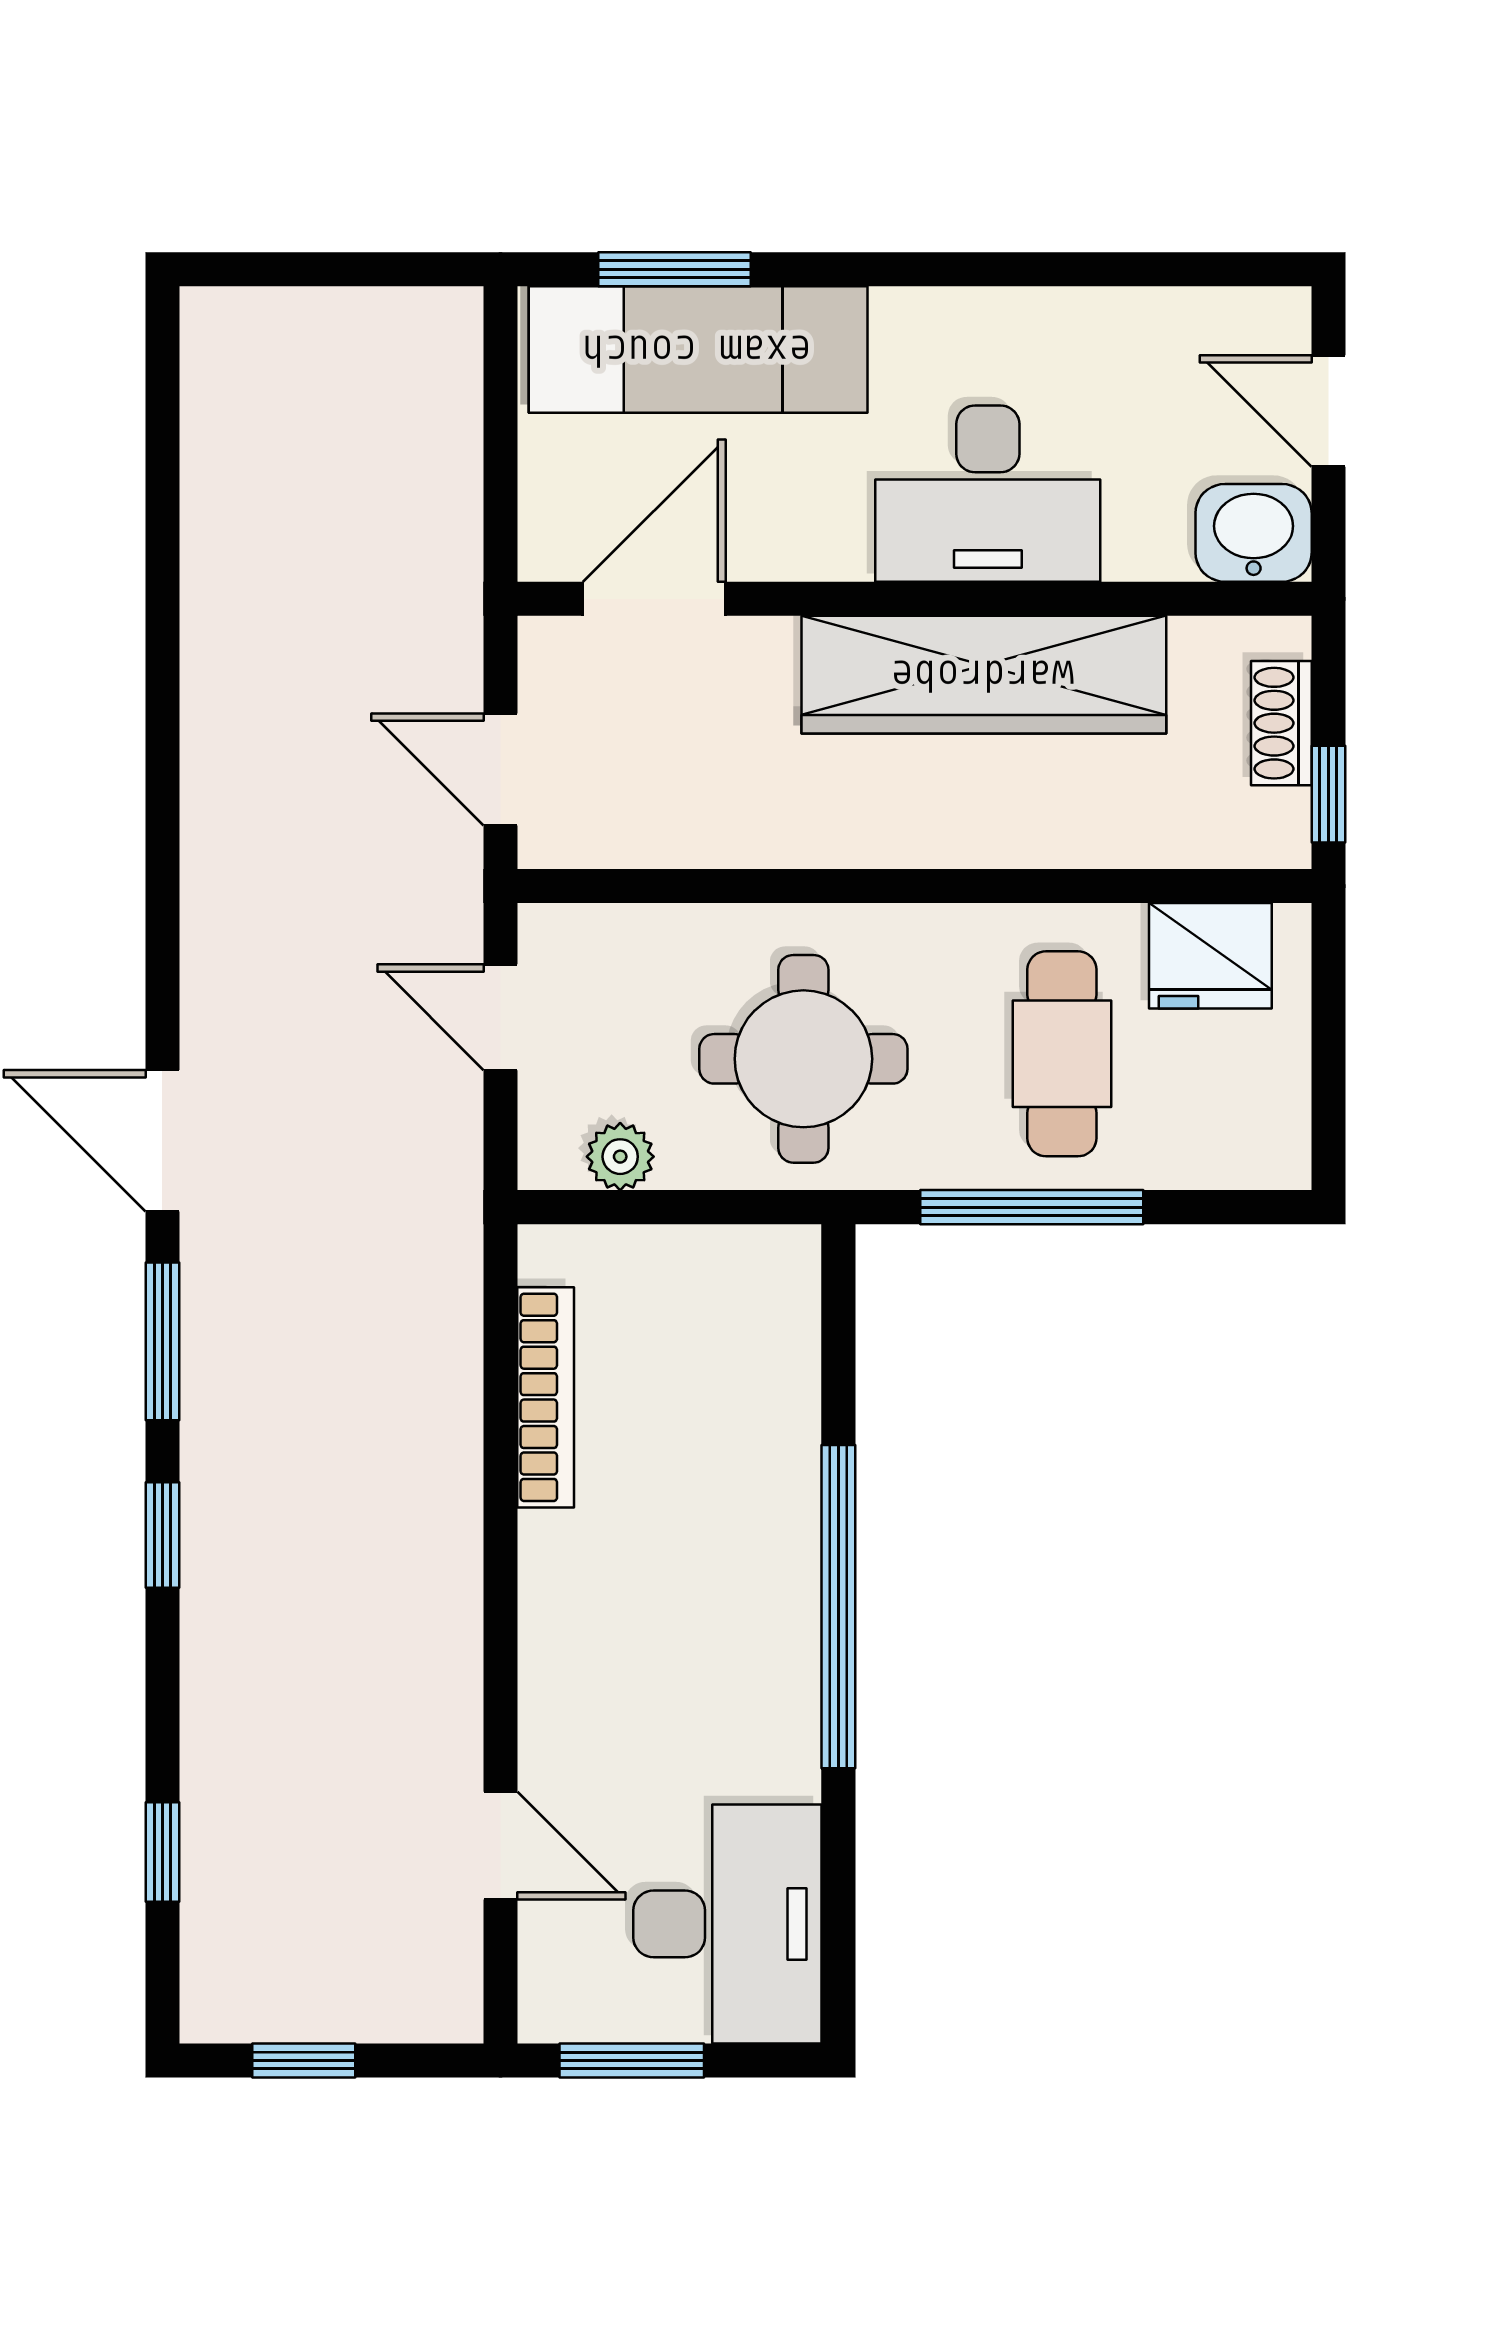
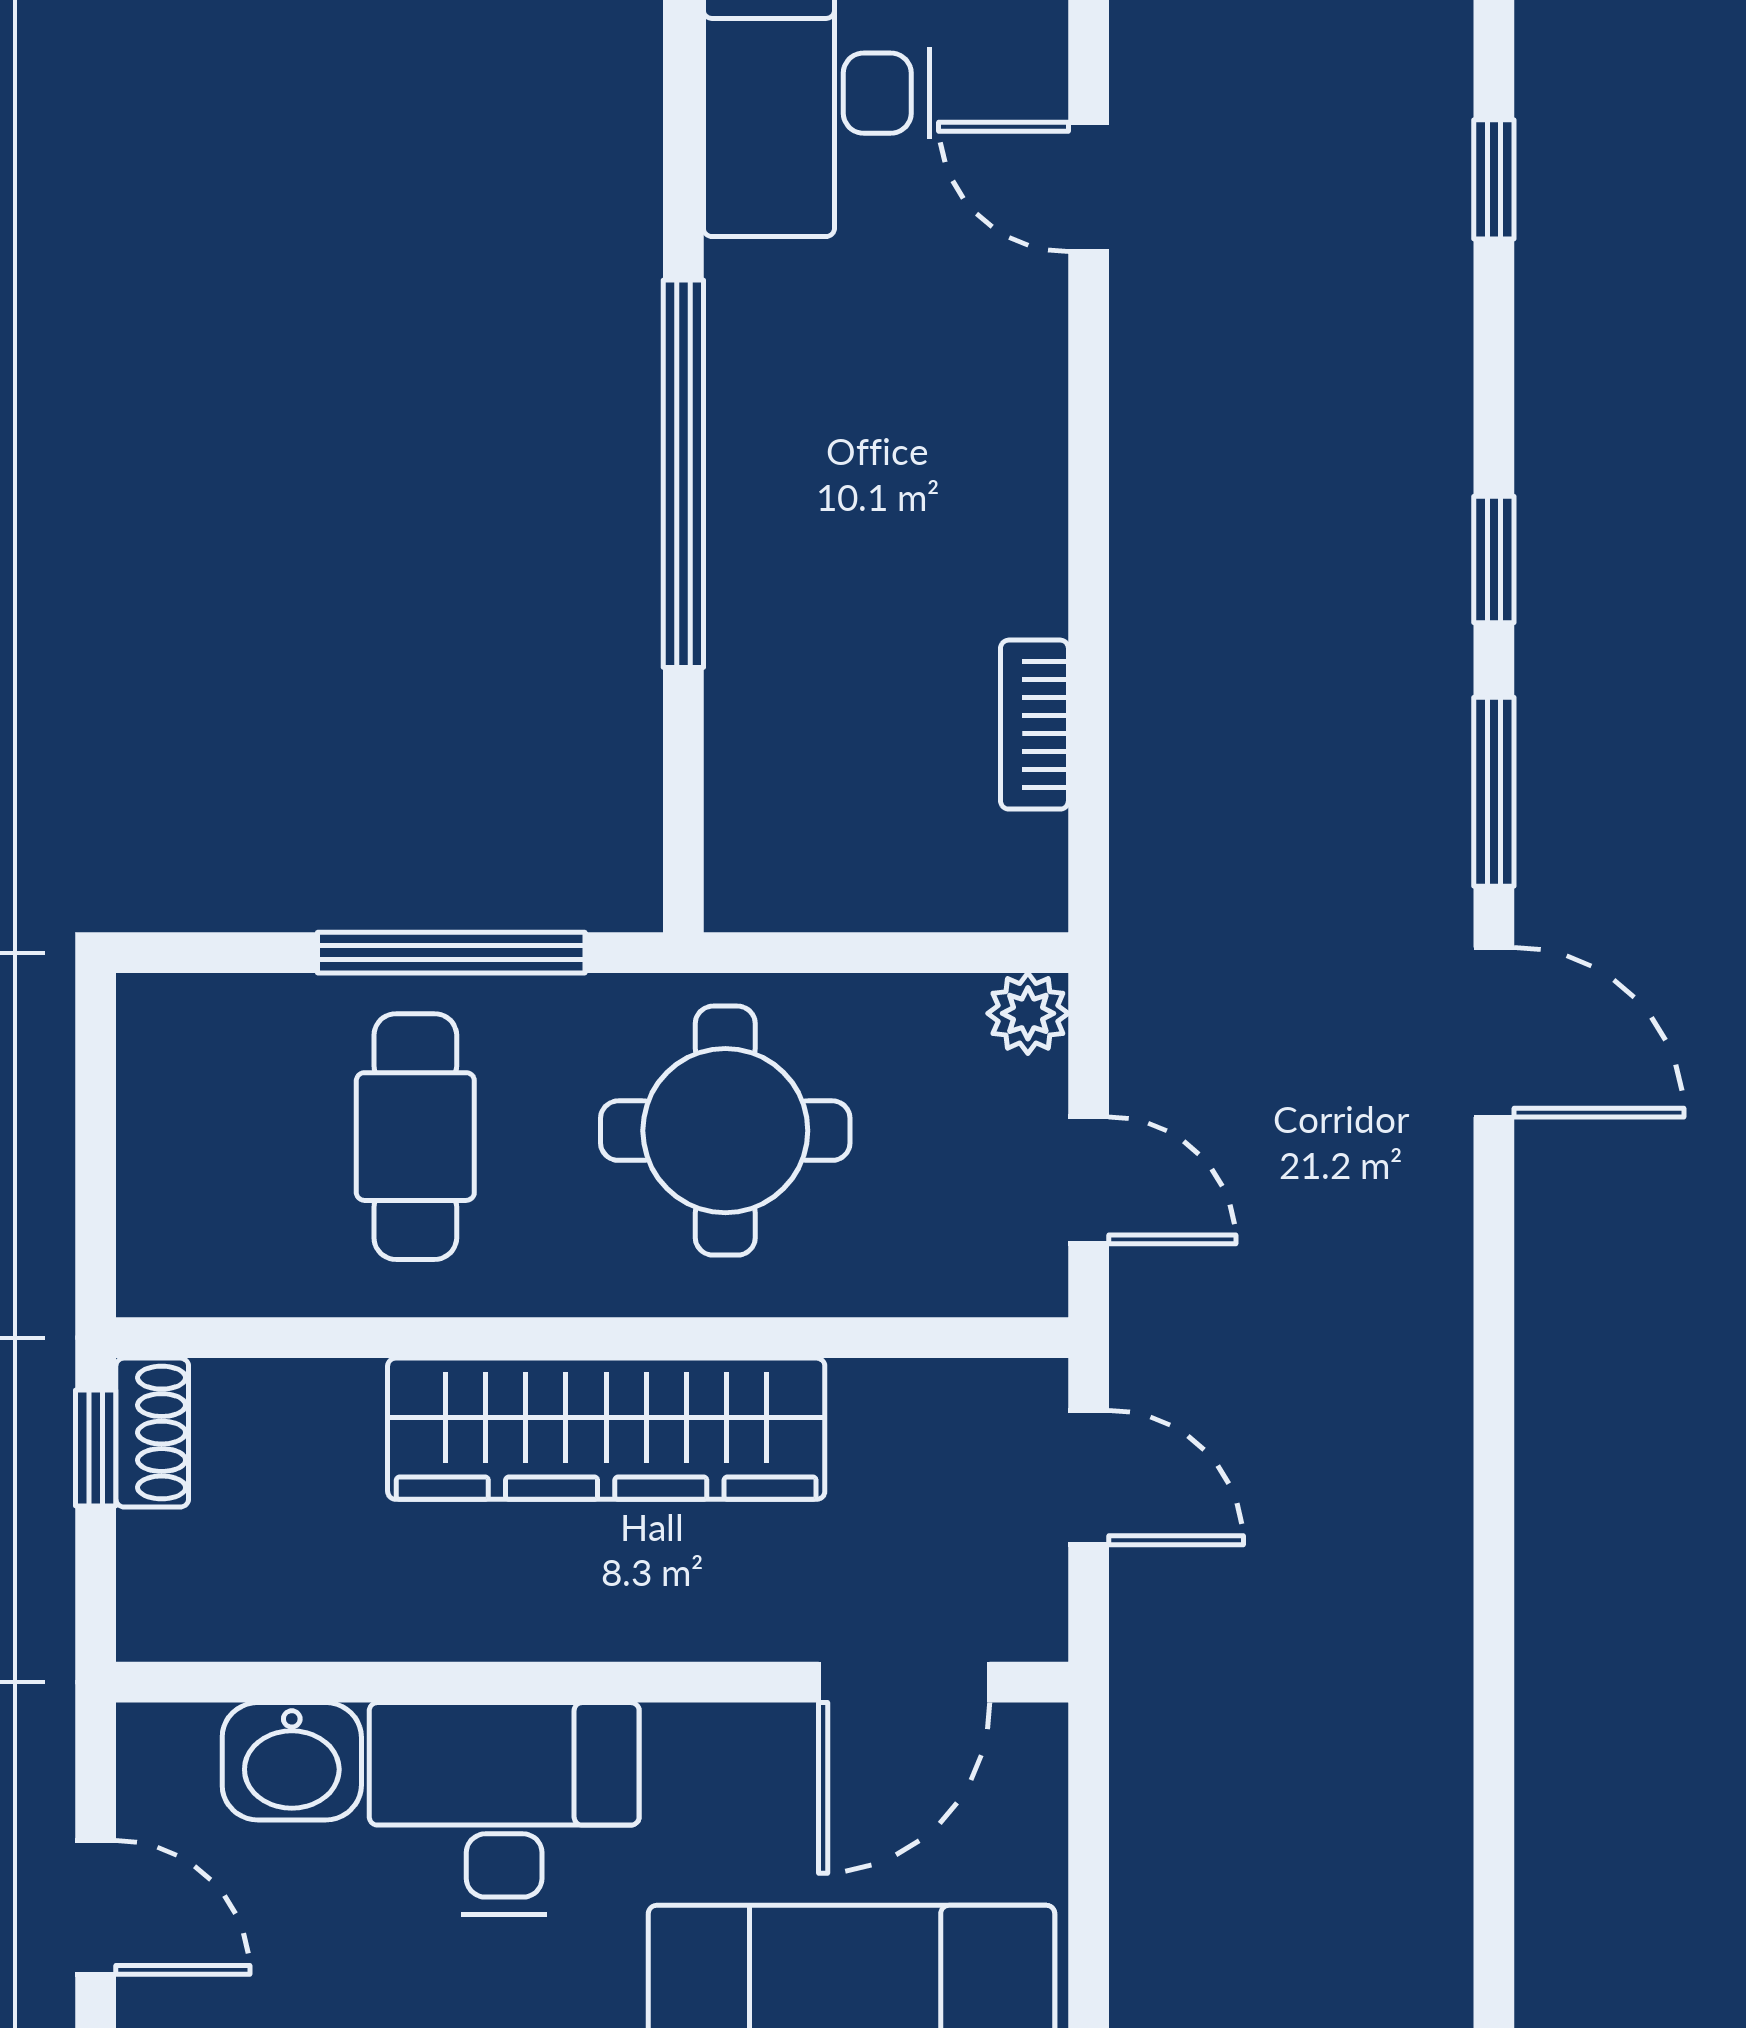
washbasin: (1254, 533) -> (292, 1761), moved
wardrobe: (984, 675) -> (606, 1429), moved, turned 180
shoe rack: (1281, 723) -> (152, 1433), moved
fridge: (1210, 956) -> (237, 1254), removed
plant: (620, 1157) -> (1028, 1013), moved
bookcase: (546, 1397) -> (1034, 725), width x0.64

